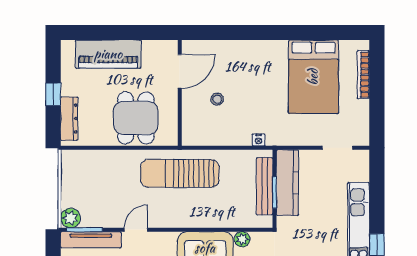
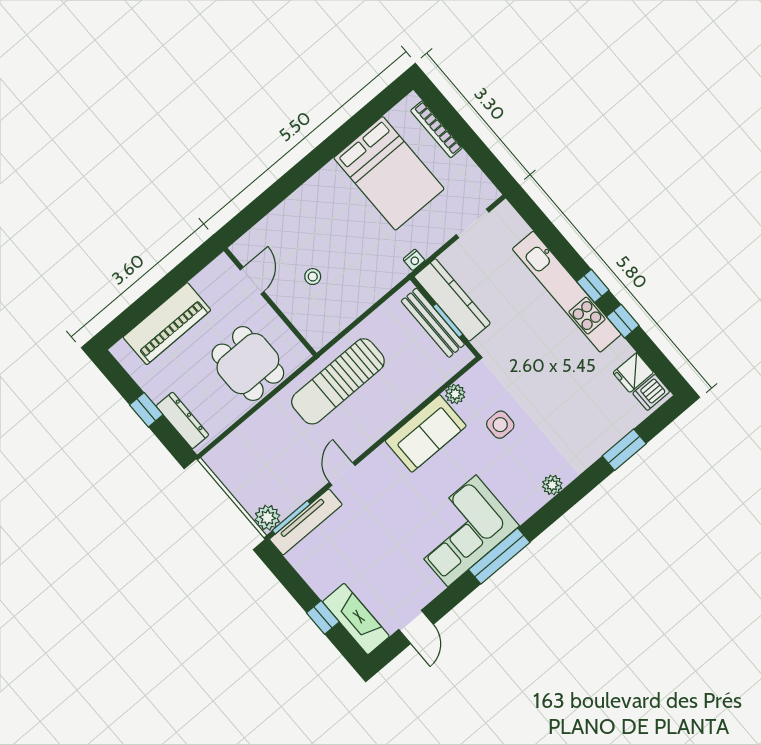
door: (180, 71) -> (252, 281), width x0.73
nightstand: (259, 140) -> (414, 260), moved

